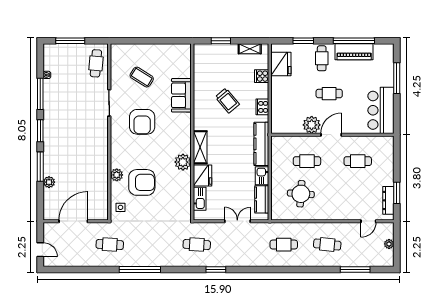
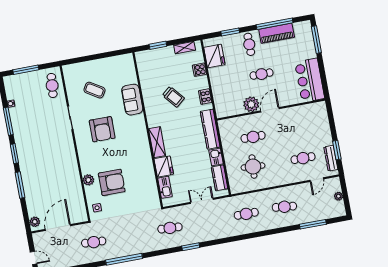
window: (397, 78) -> (316, 40), moved
cafe table: (358, 161) -> (303, 158), moved
plant: (183, 162) -> (144, 158), removed
plant: (49, 182) -> (35, 222), moved

